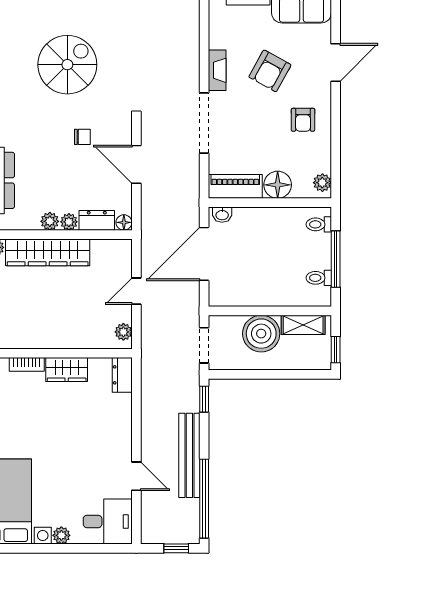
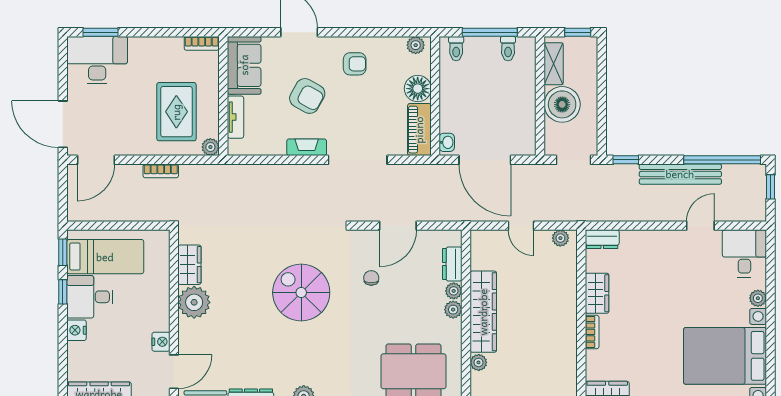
floor lamp: (124, 222) -> (454, 238), removed

